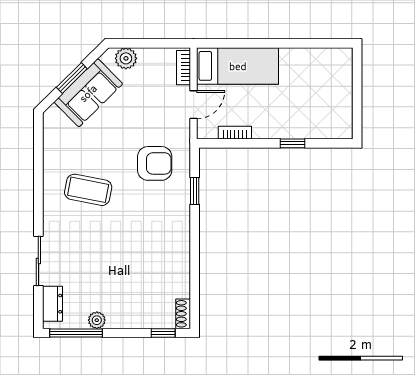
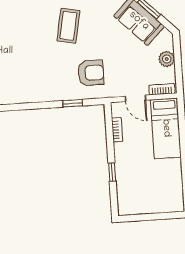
plant: (126, 58) -> (167, 59), moved
armchair: (155, 163) -> (91, 73), turned -90

